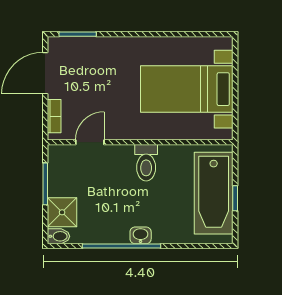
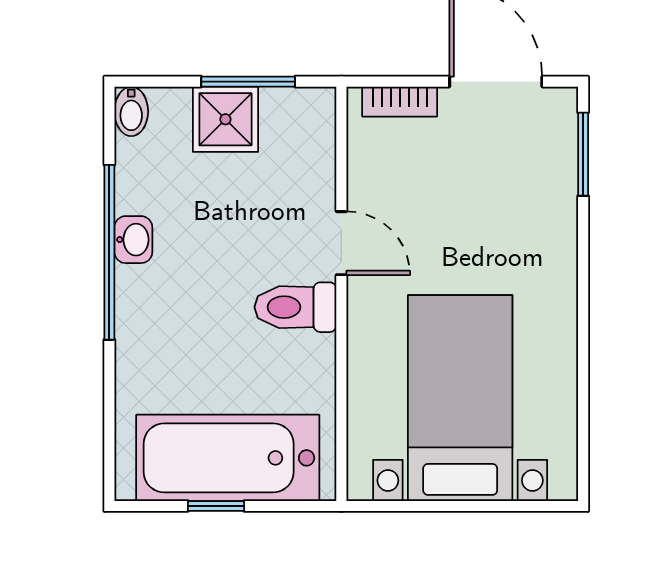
door: (90, 142) -> (341, 243), moved
shower: (62, 212) -> (225, 119), moved
washbasin: (141, 235) -> (133, 240), moved

